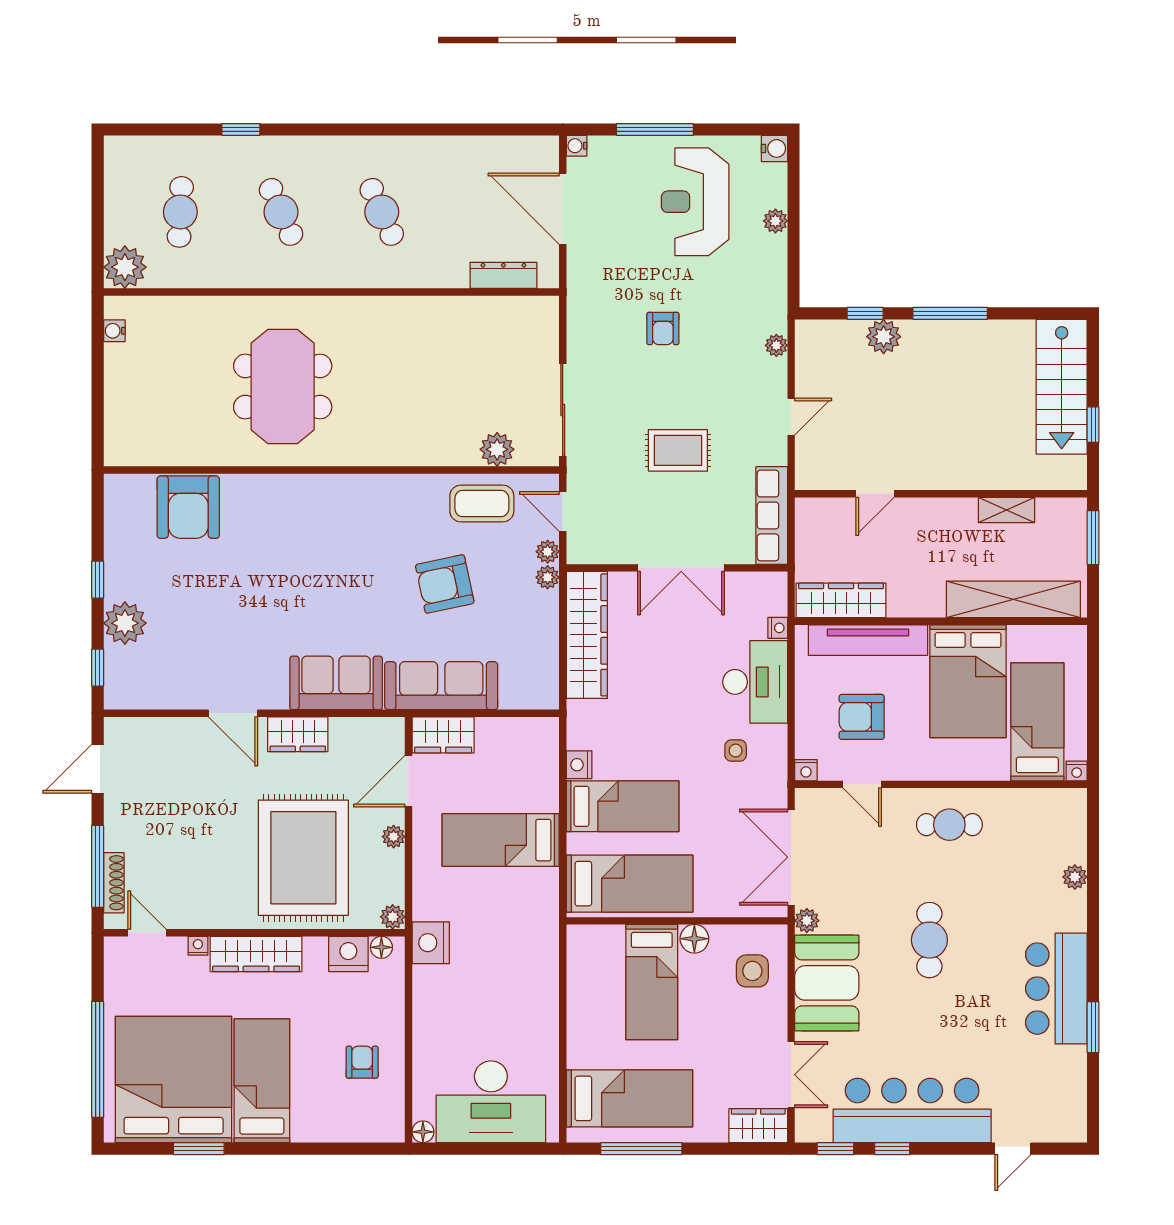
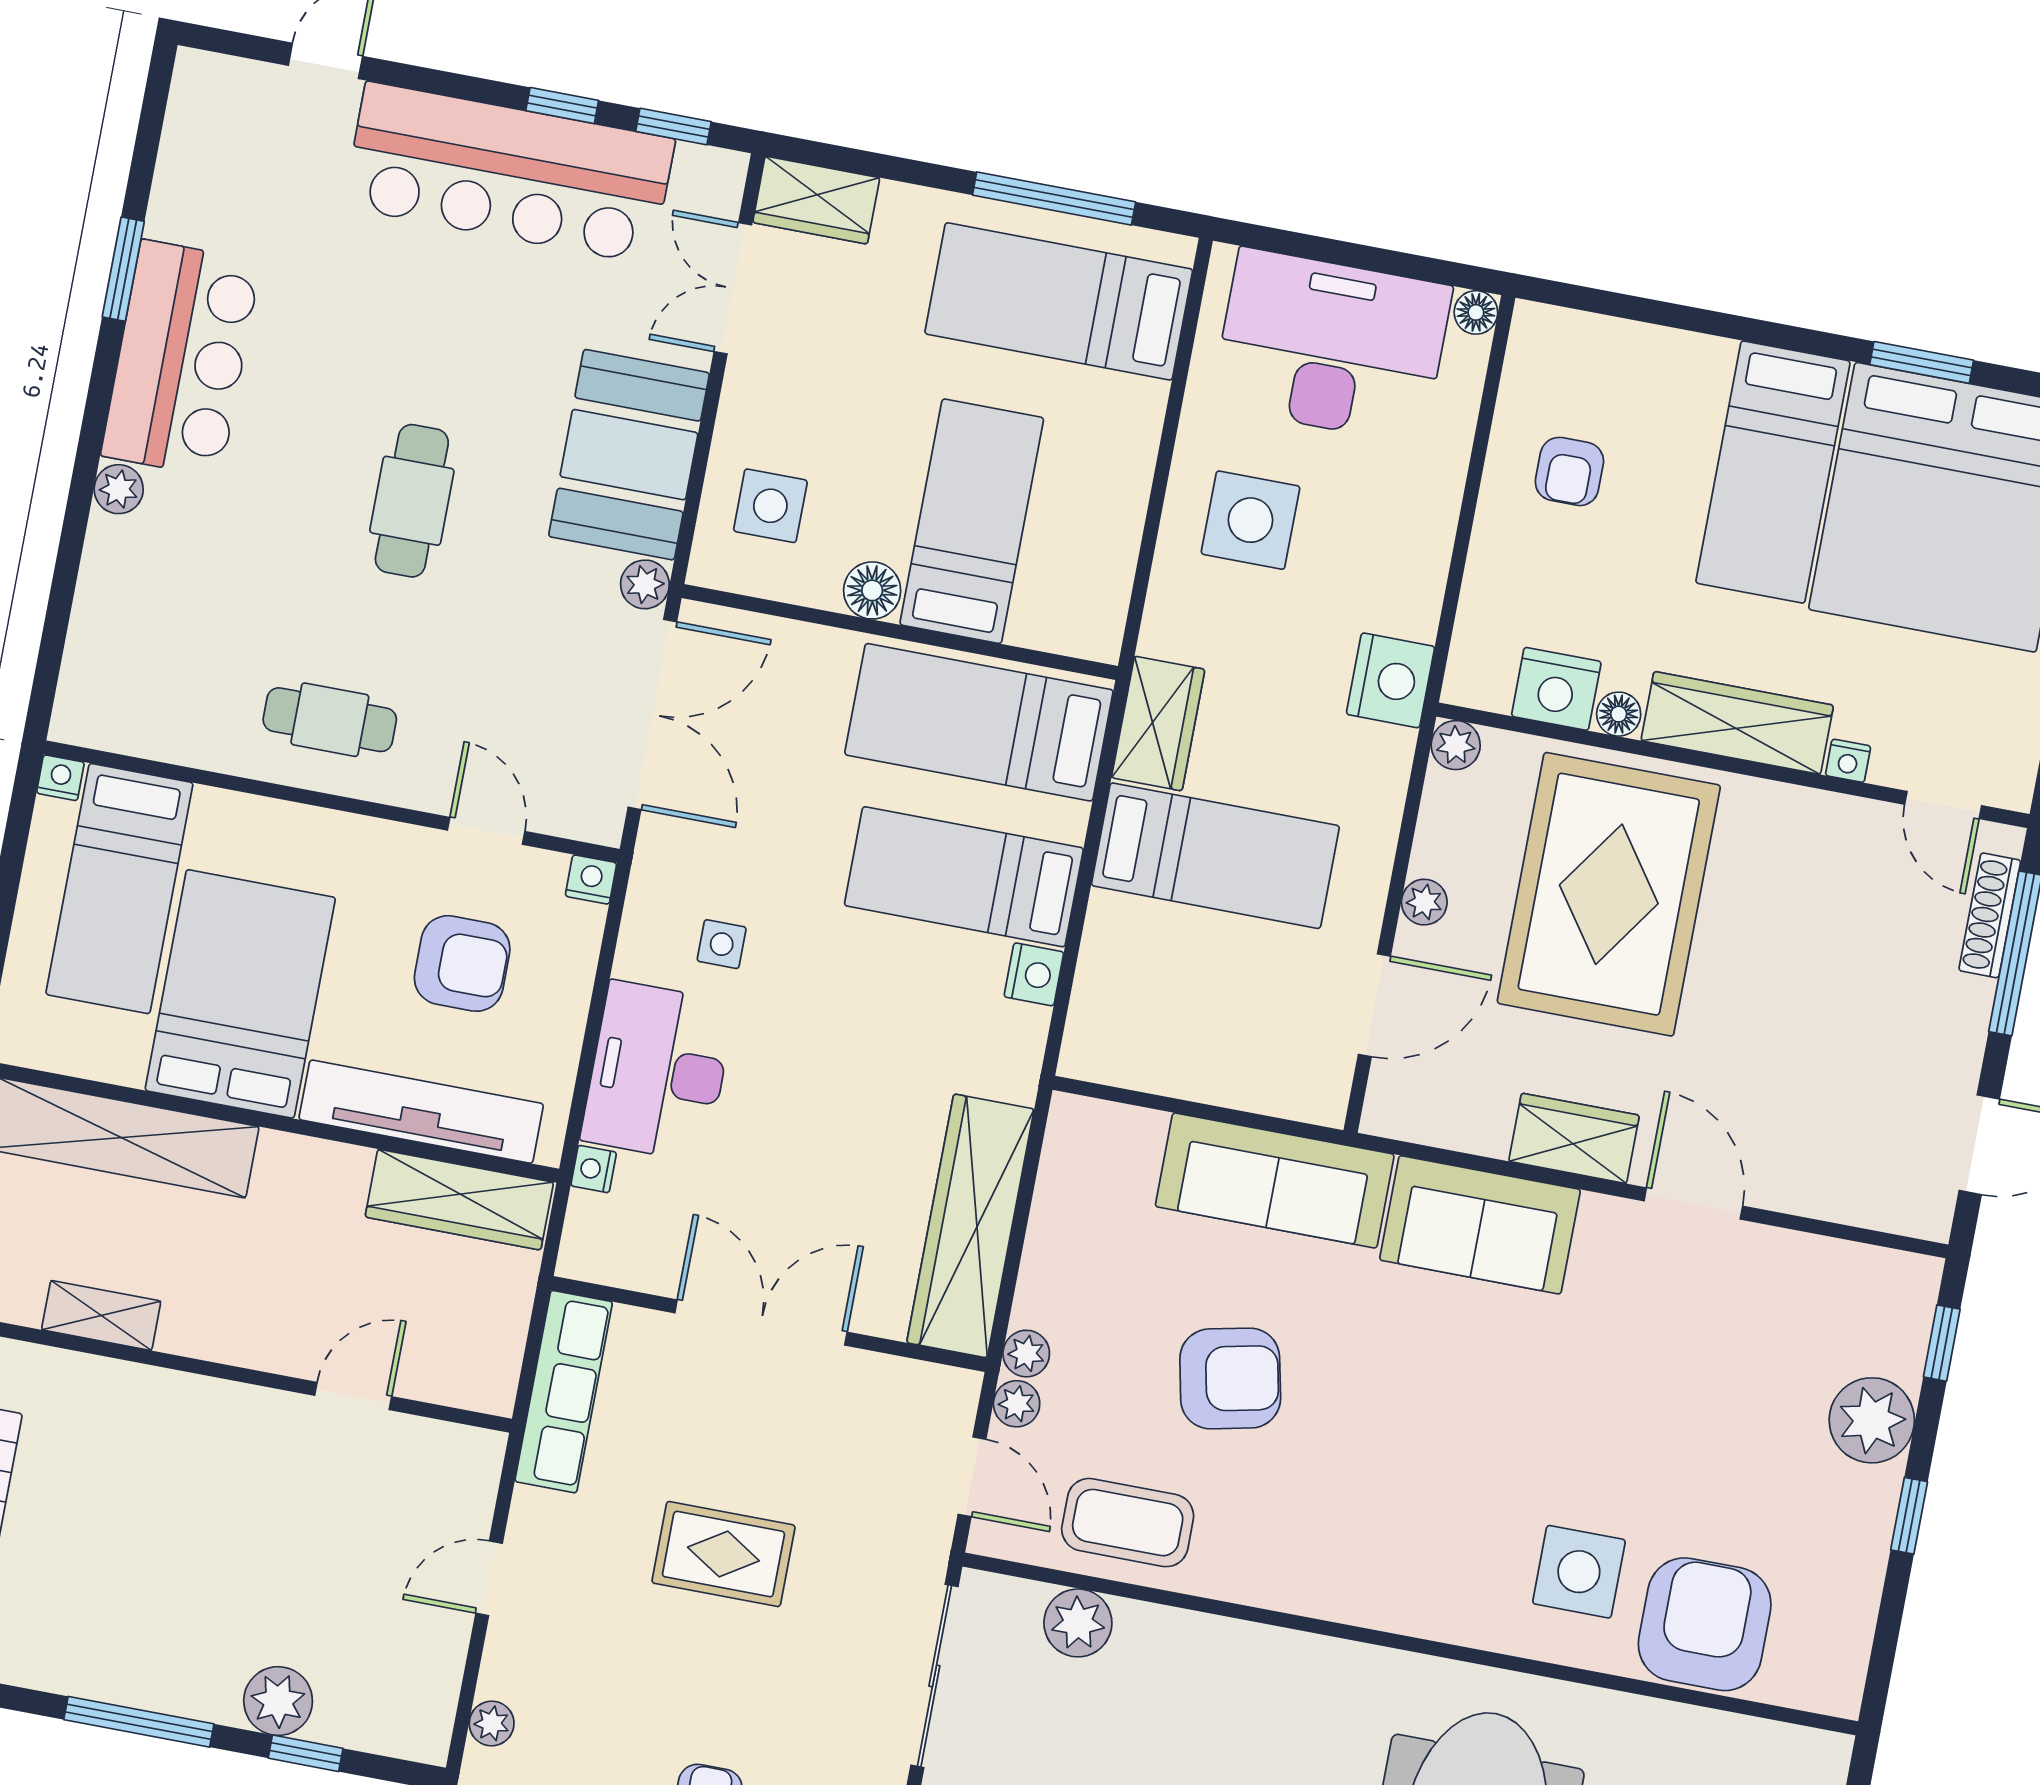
side table: (255, 521) -> (1579, 1572), added
wardrobe: (443, 735) -> (1158, 724), moved, turned 90
plant: (1075, 877) -> (119, 489), moved
floor lamp: (381, 947) -> (1619, 714), moved
side table: (515, 1009) -> (1251, 520), added

